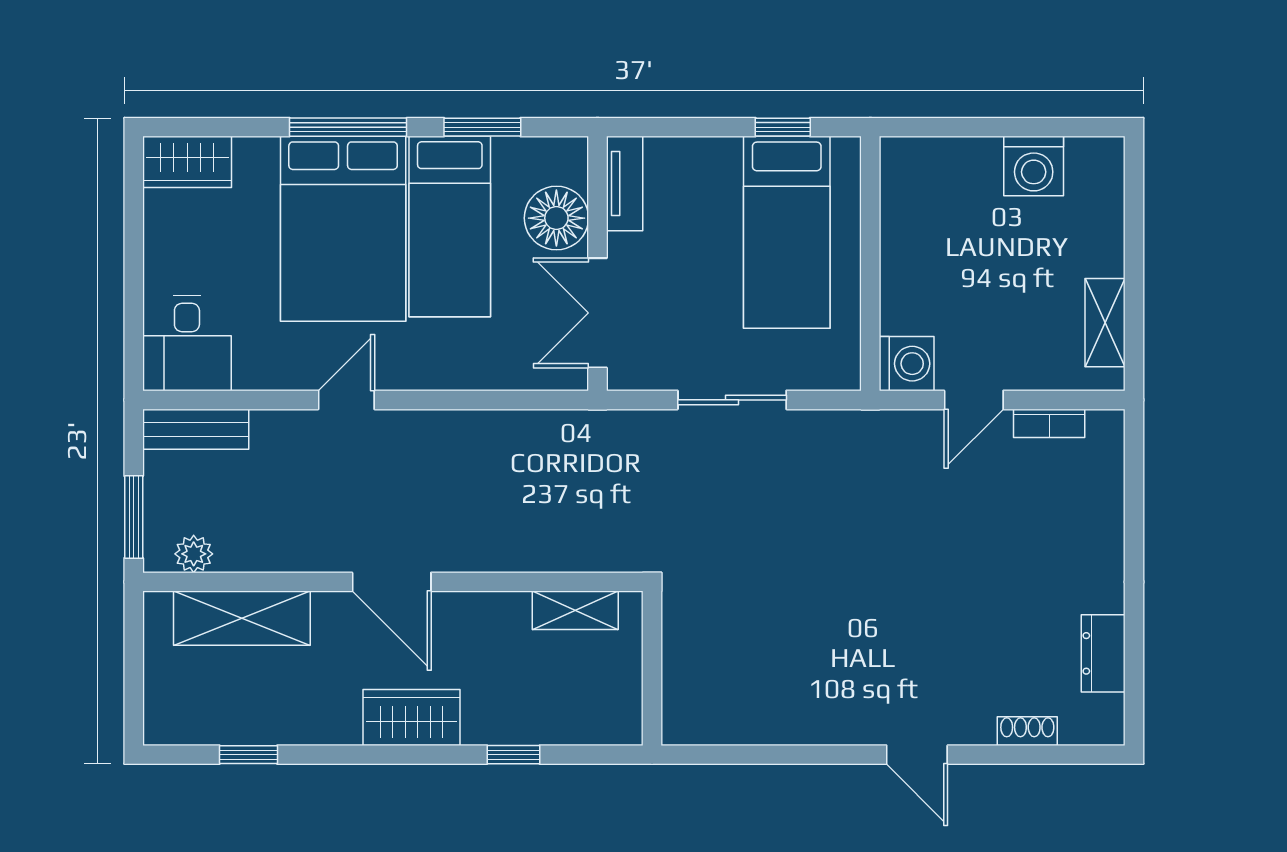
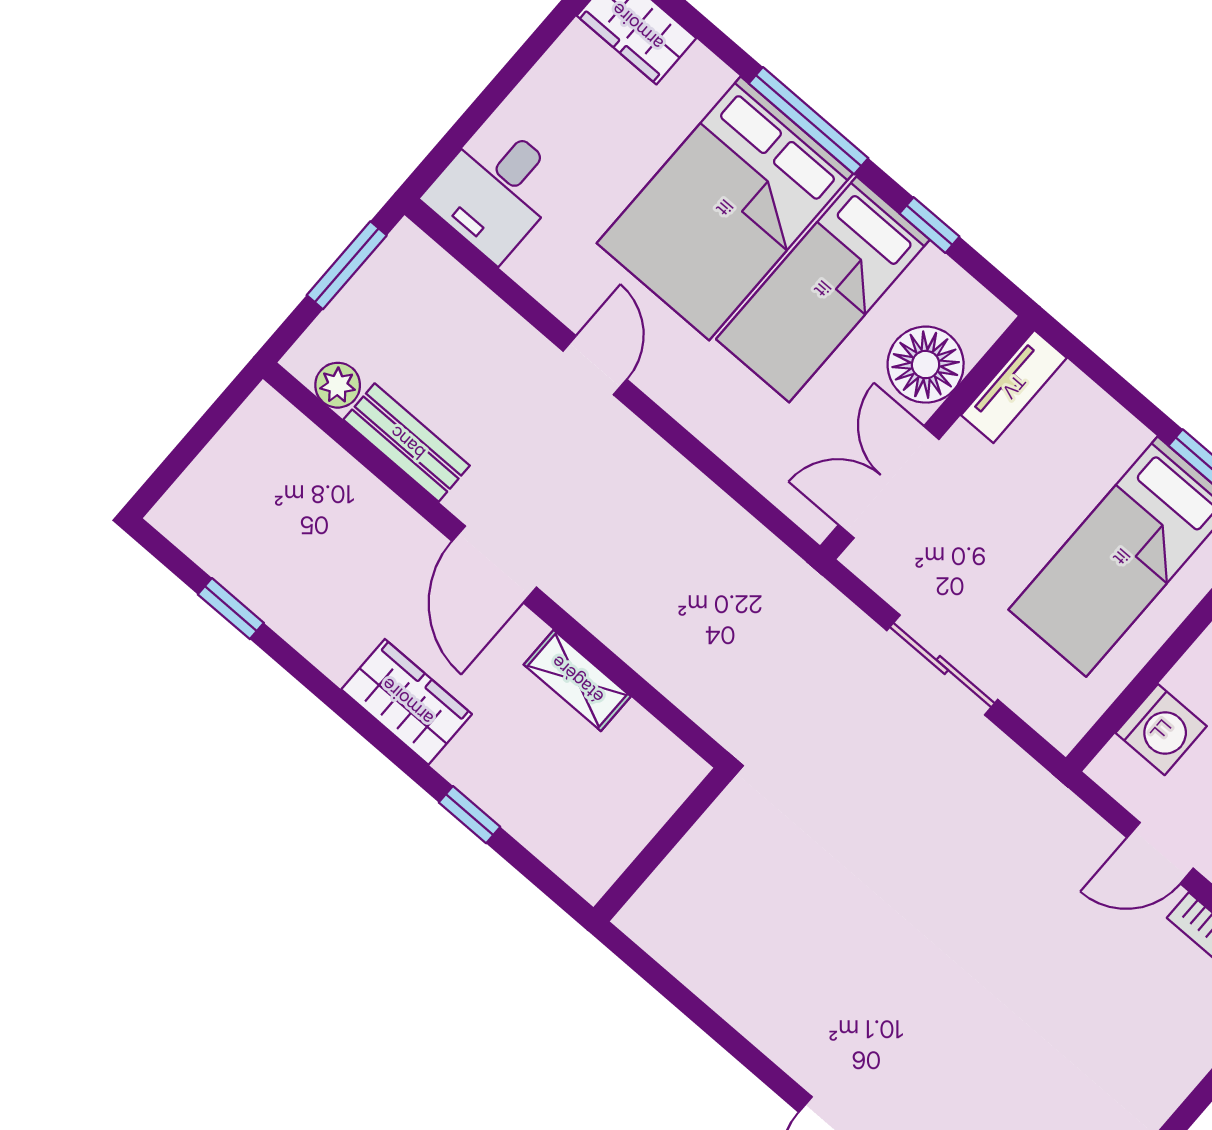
window: (482, 127) -> (929, 225), width x0.67
washing machine: (907, 364) -> (1161, 730), moved
door: (346, 400) -> (595, 365), hinge flipped
bench: (196, 429) -> (407, 443), moved
window: (134, 517) -> (347, 265), moved
shelving: (575, 610) -> (577, 680), moved
shelving: (242, 618) -> (331, 481), removed

